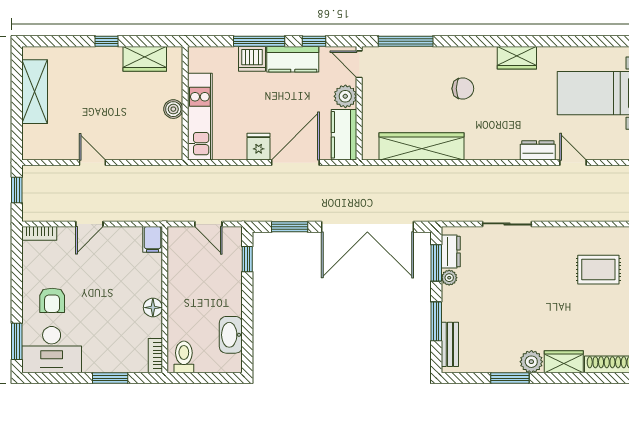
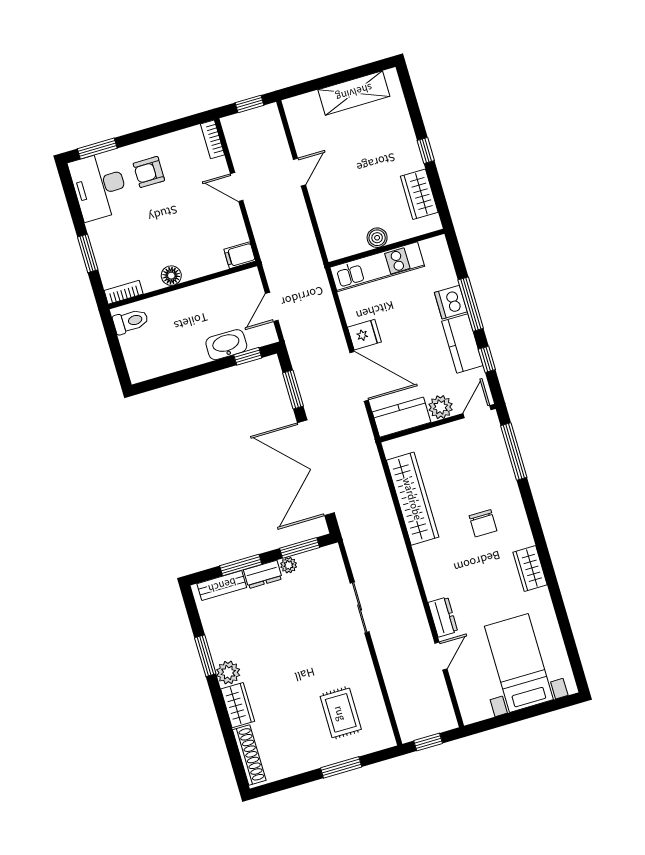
dresser: (451, 252) -> (263, 574), moved
washbasin: (231, 335) -> (226, 345), moved

